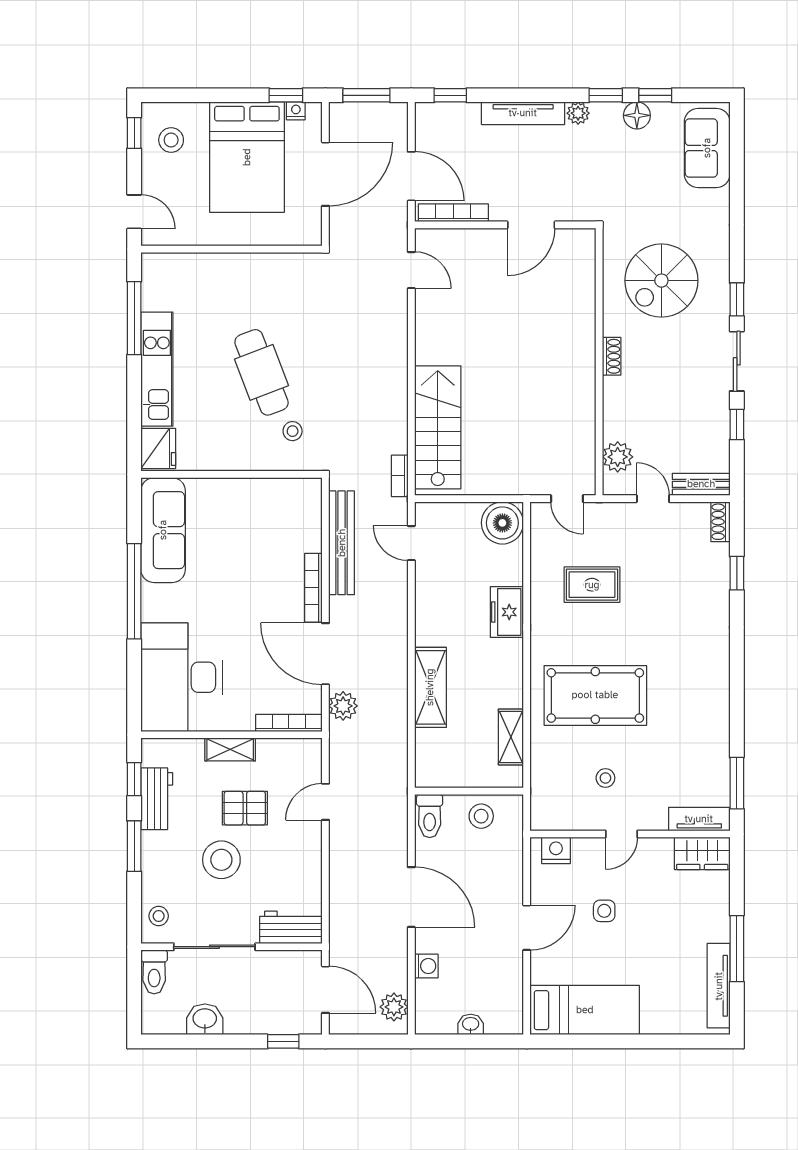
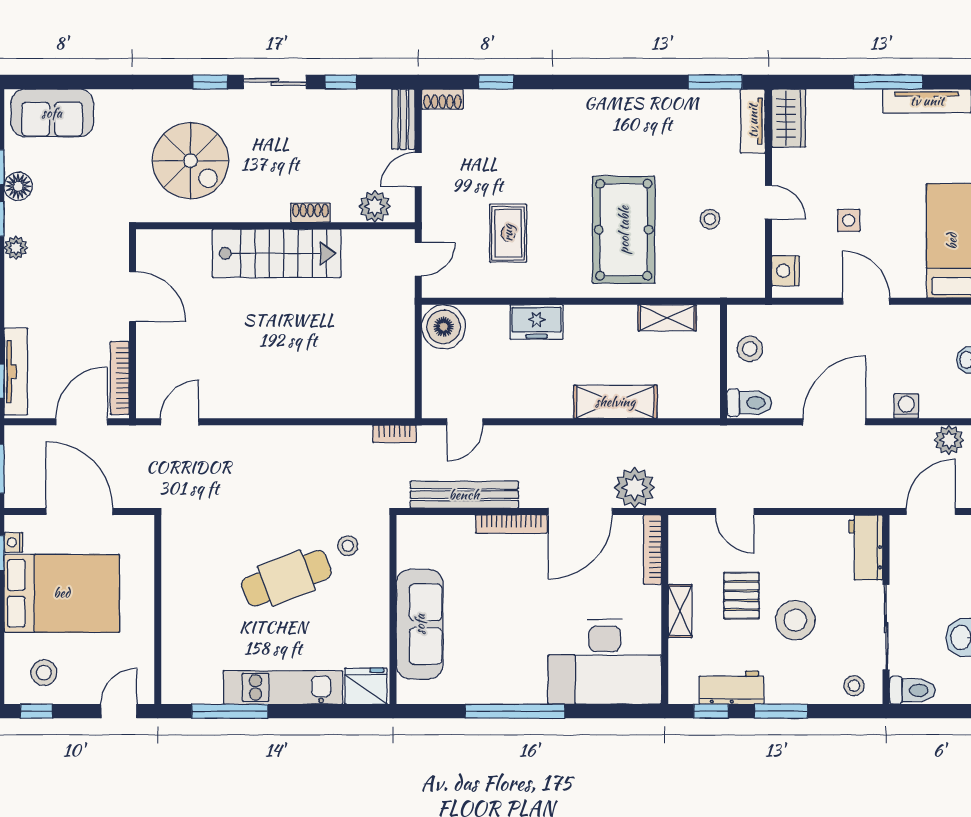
tv unit: (523, 113) -> (16, 372), moved
shoe rack: (612, 356) -> (310, 213), moved
stairs: (438, 427) -> (277, 253), moved, turned 180
sofa: (163, 530) -> (420, 624), moved, turned 90
plant: (343, 706) -> (635, 488), width x1.36, depth x1.36

